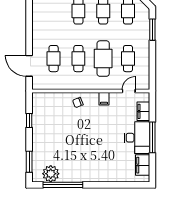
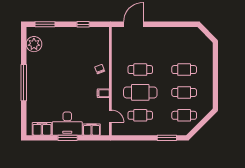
cafe table: (54, 59) -> (140, 47), removed
window: (152, 137) -> (68, 138), width x0.69
window: (63, 185) -> (24, 83), moved

